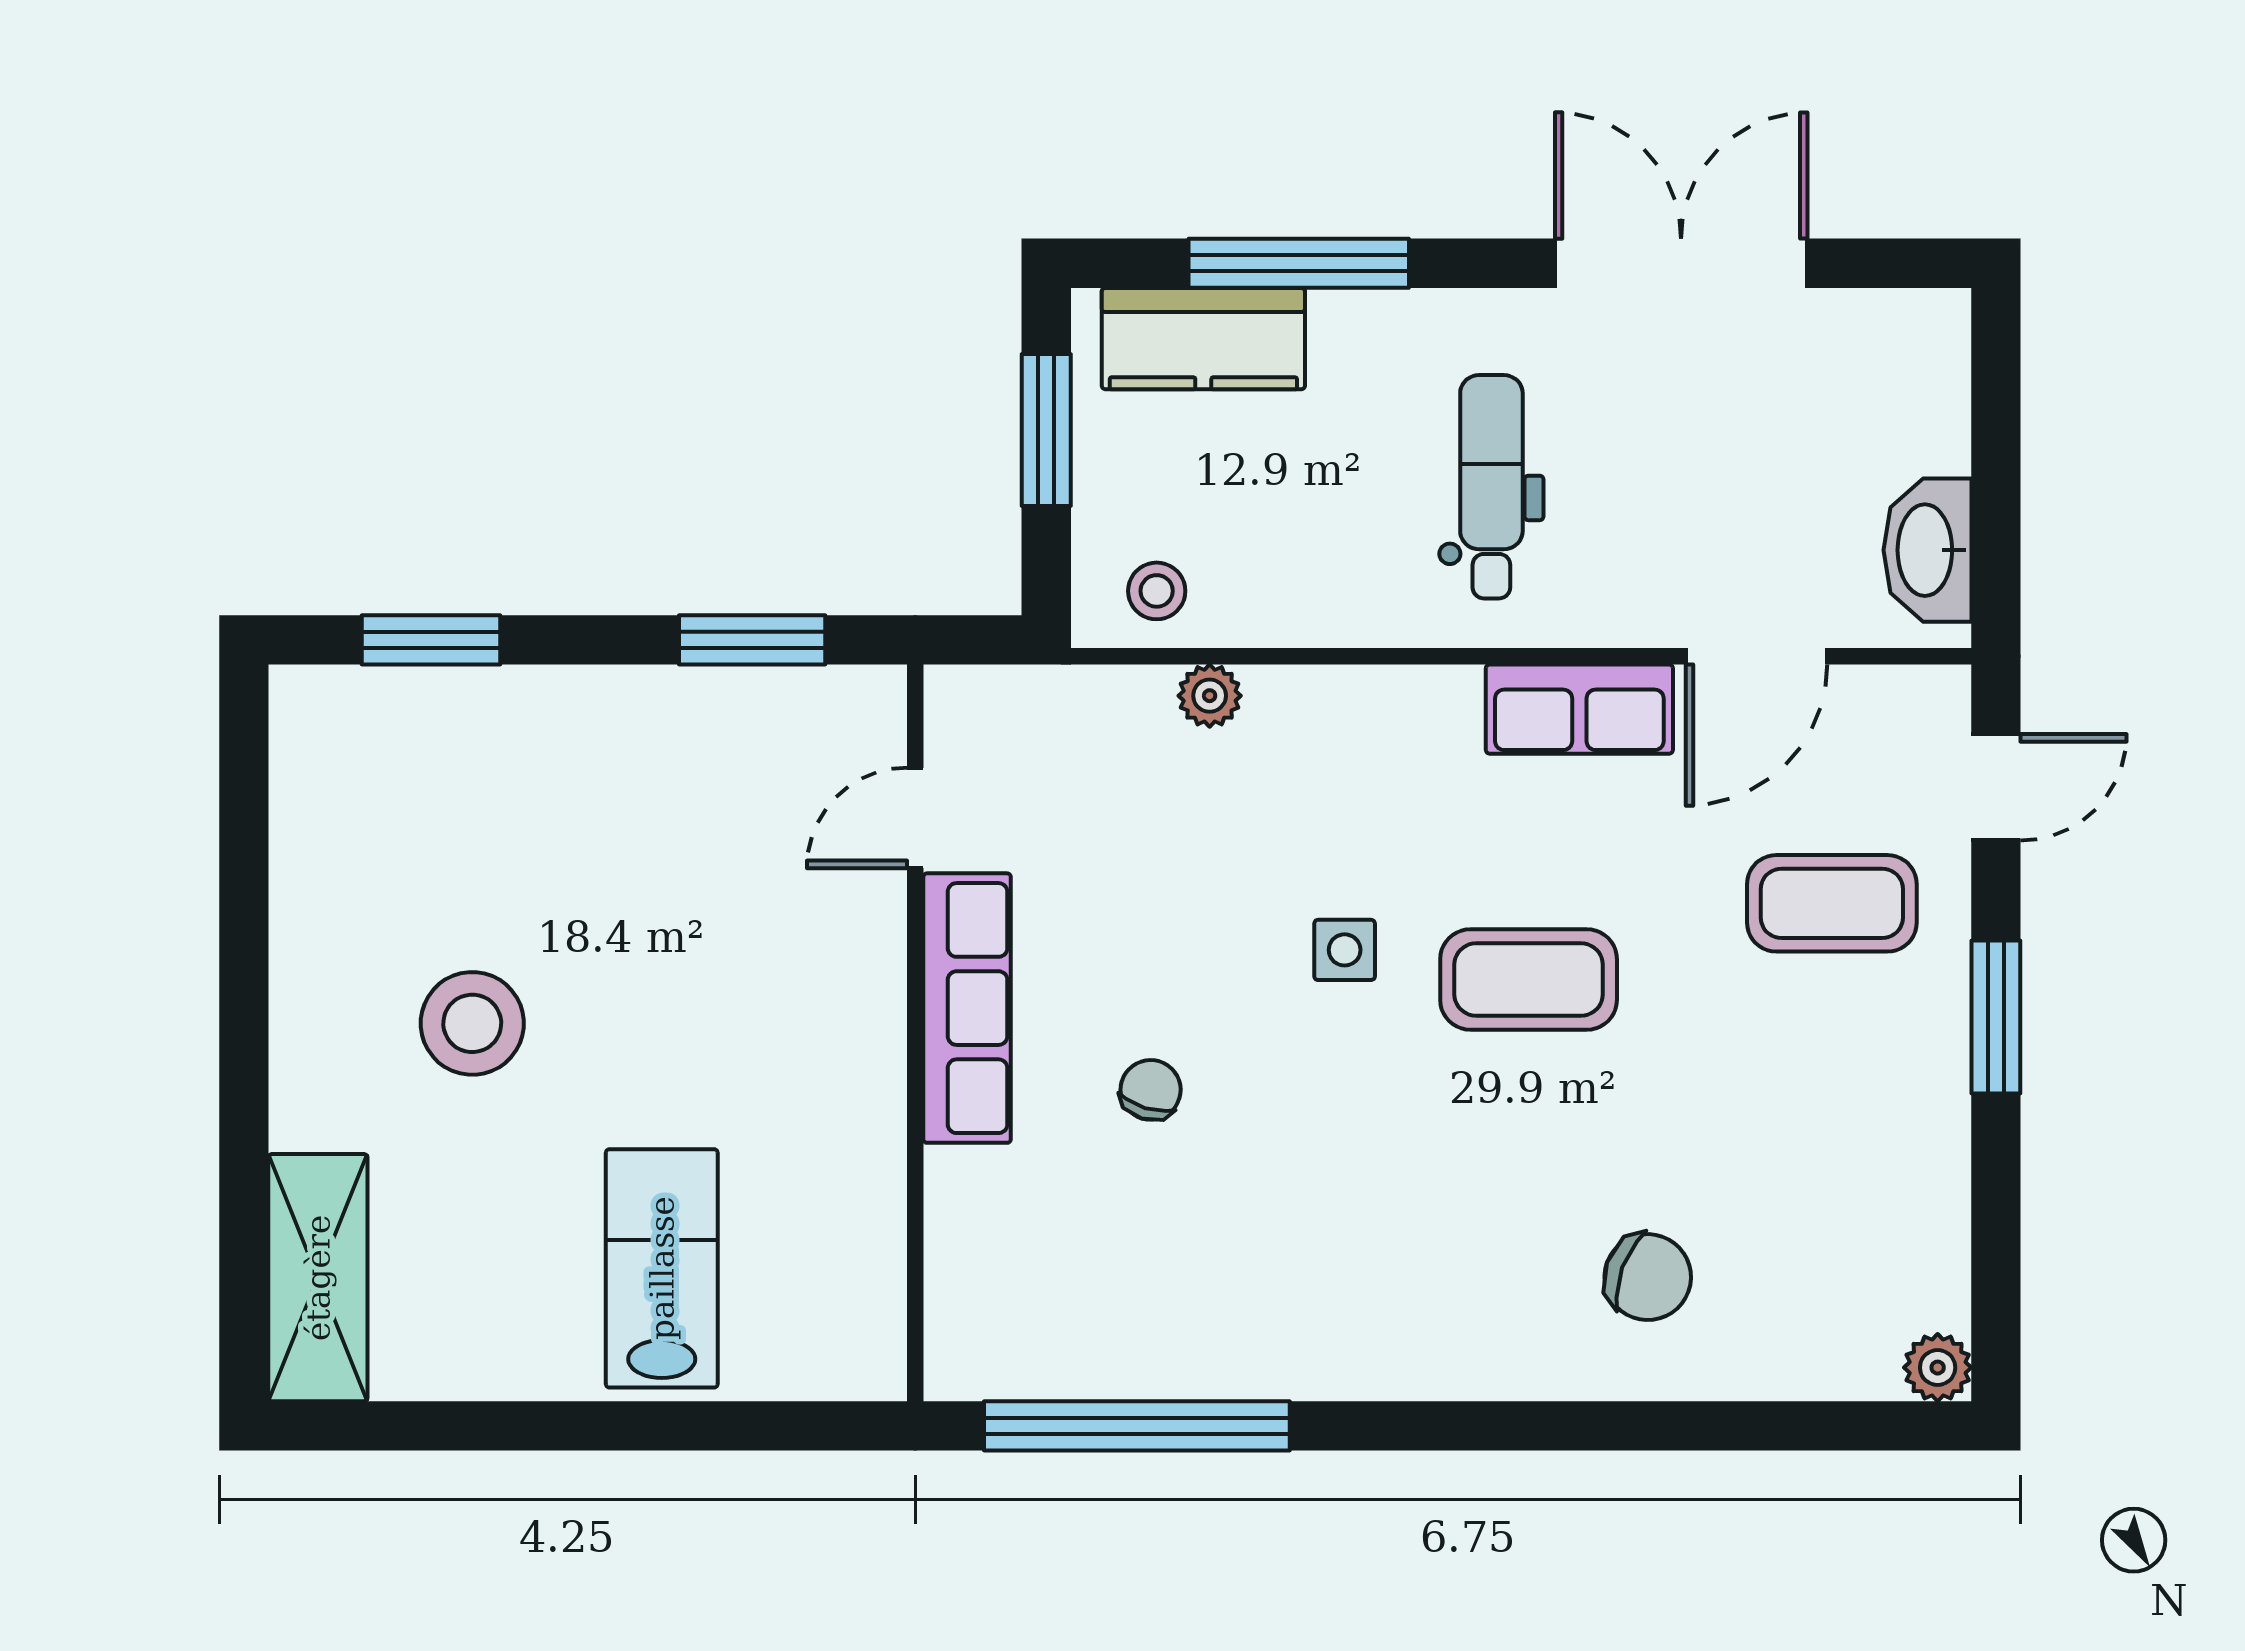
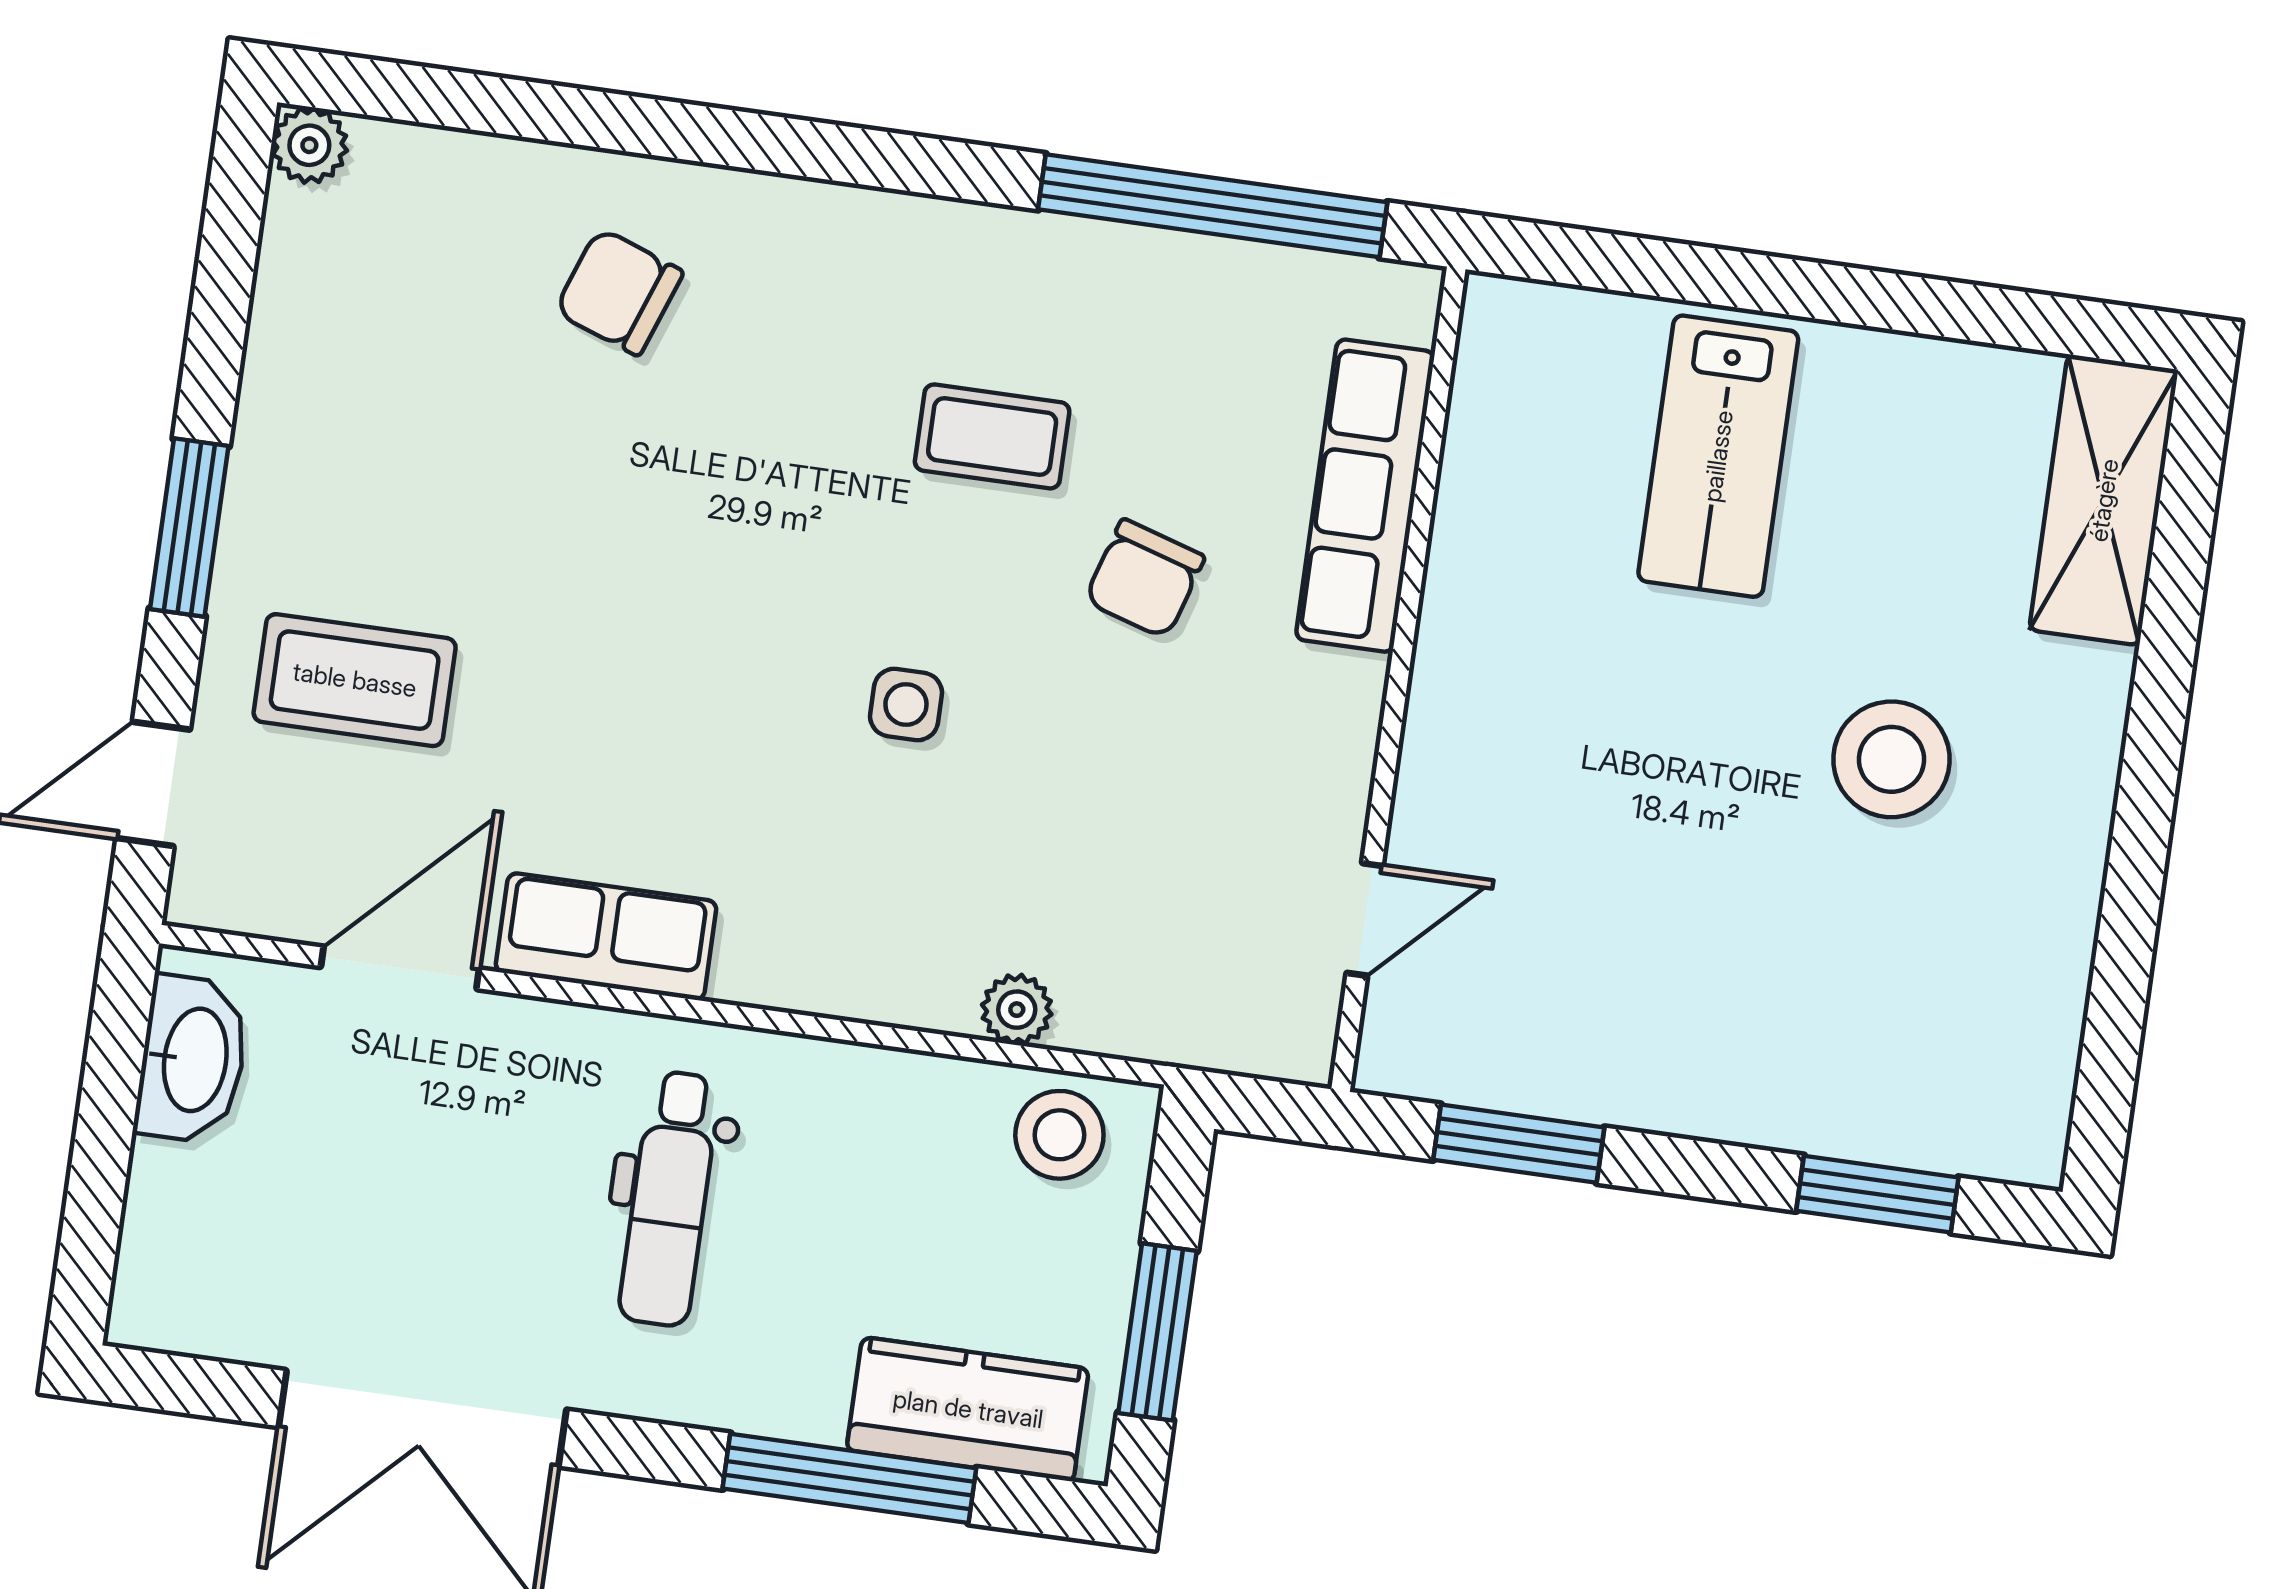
stool: (1157, 591) -> (1059, 1135), width x1.37, depth x1.37
coffee table: (1529, 979) -> (992, 436), moved, width x0.73, depth x0.77
row of seats: (967, 1008) -> (1365, 496), moved
chair: (1151, 1090) -> (1145, 579), width x1.37, depth x1.37

